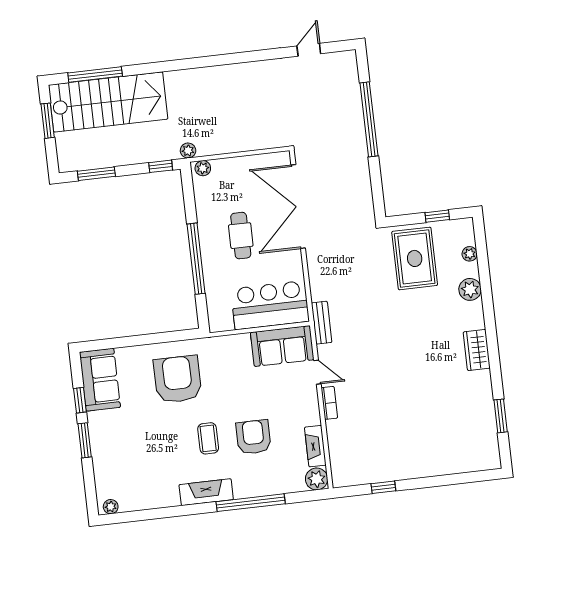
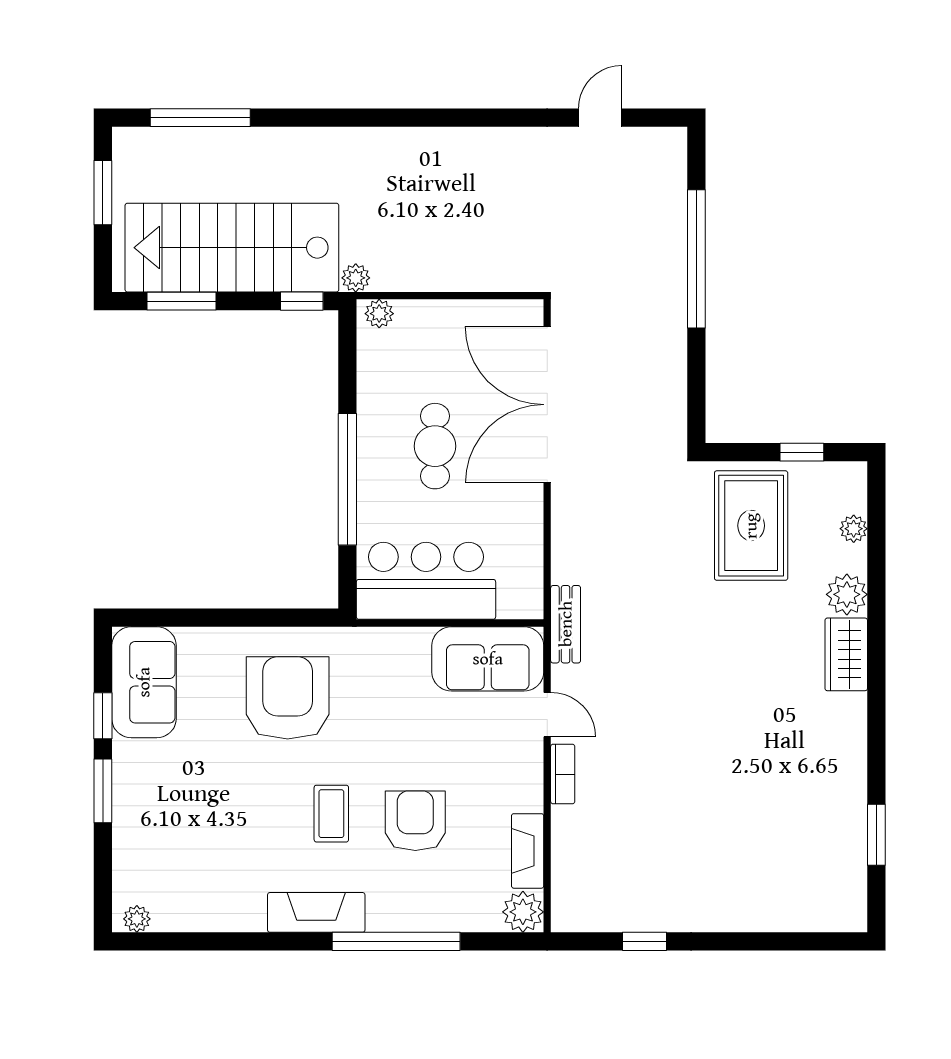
stairs: (108, 102) -> (232, 248), moved, turned 180
bar counter: (270, 305) -> (426, 581), moved
wardrobe: (477, 350) -> (846, 654), moved

